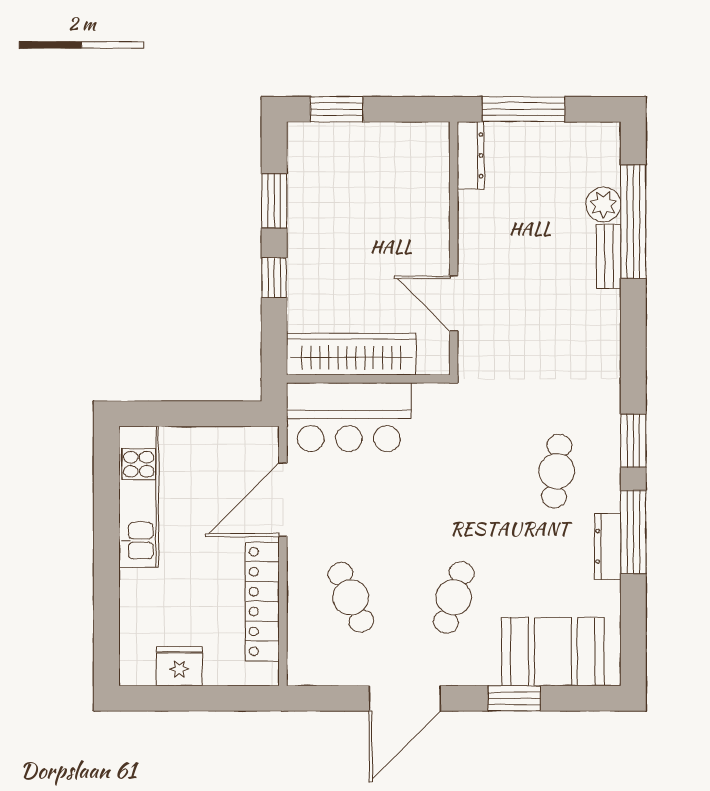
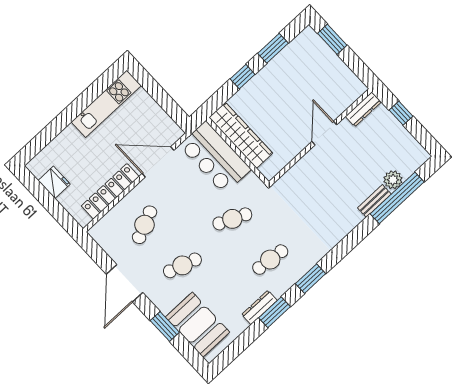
window: (523, 109) -> (401, 113), width x0.46
door: (454, 303) -> (324, 133), moved
cafe table: (454, 471) -> (232, 219), added
window: (633, 532) -> (275, 312), width x0.69
door: (405, 698) -> (125, 283), hinge flipped

